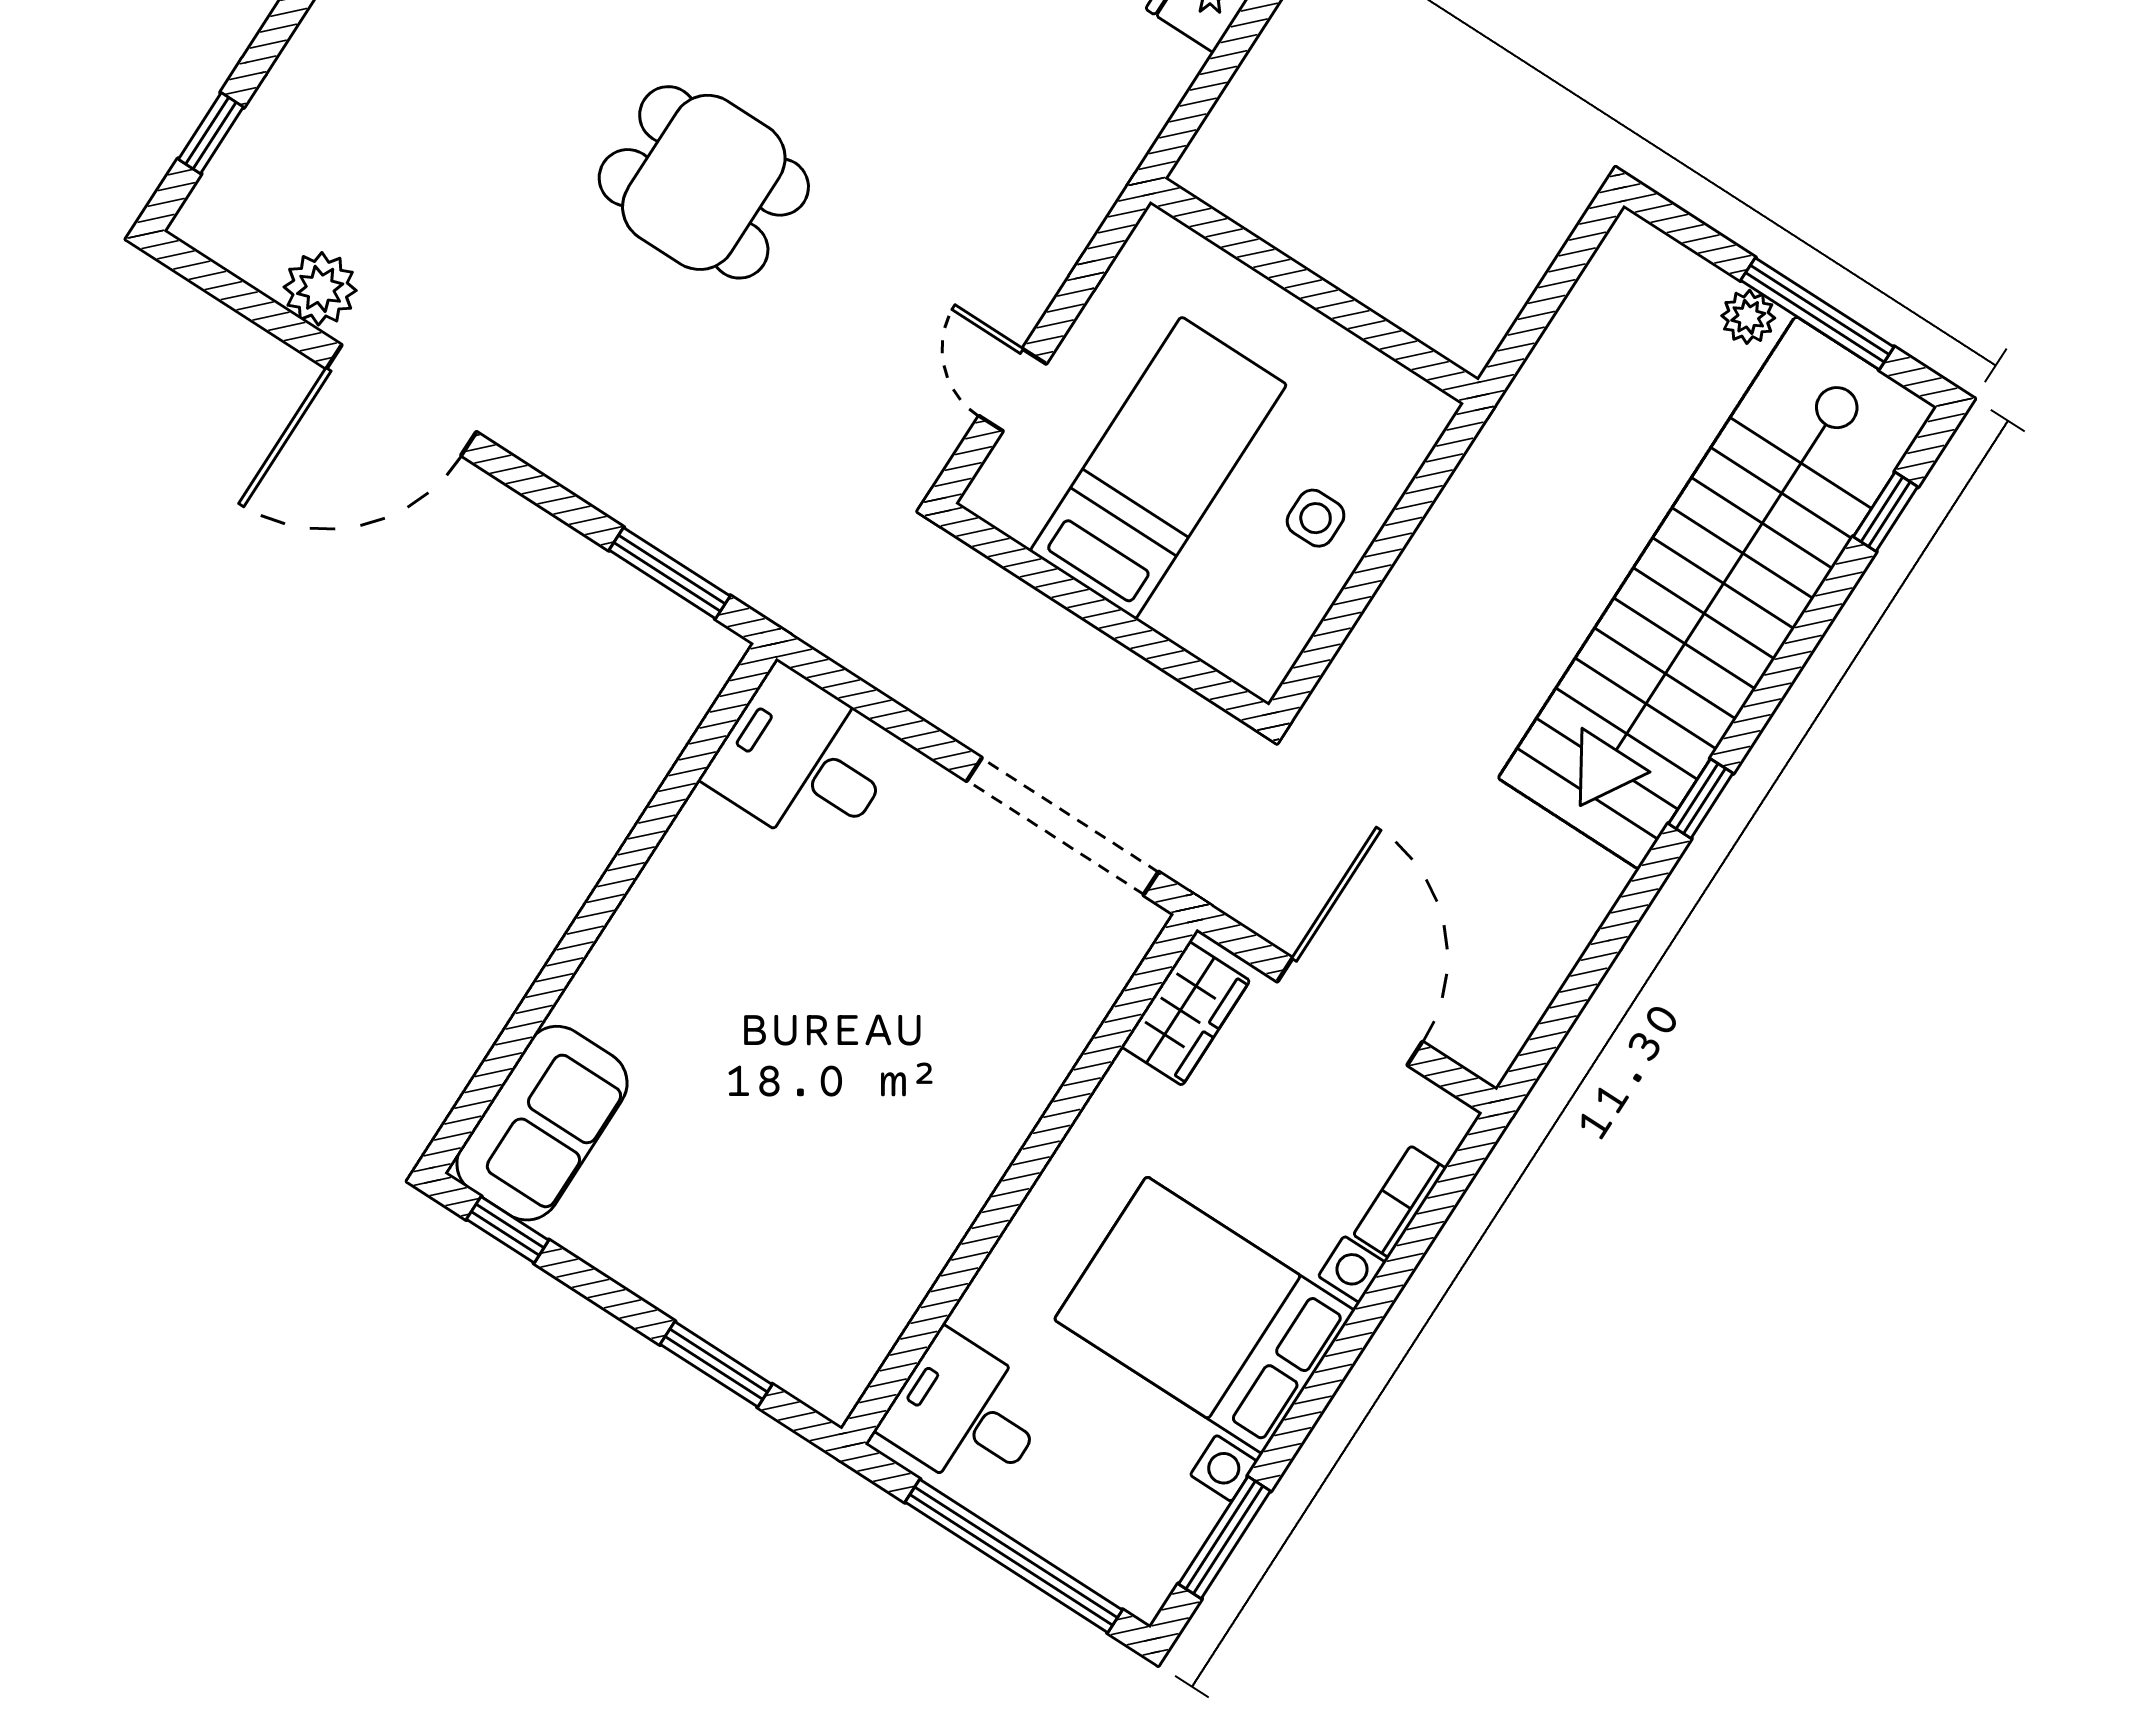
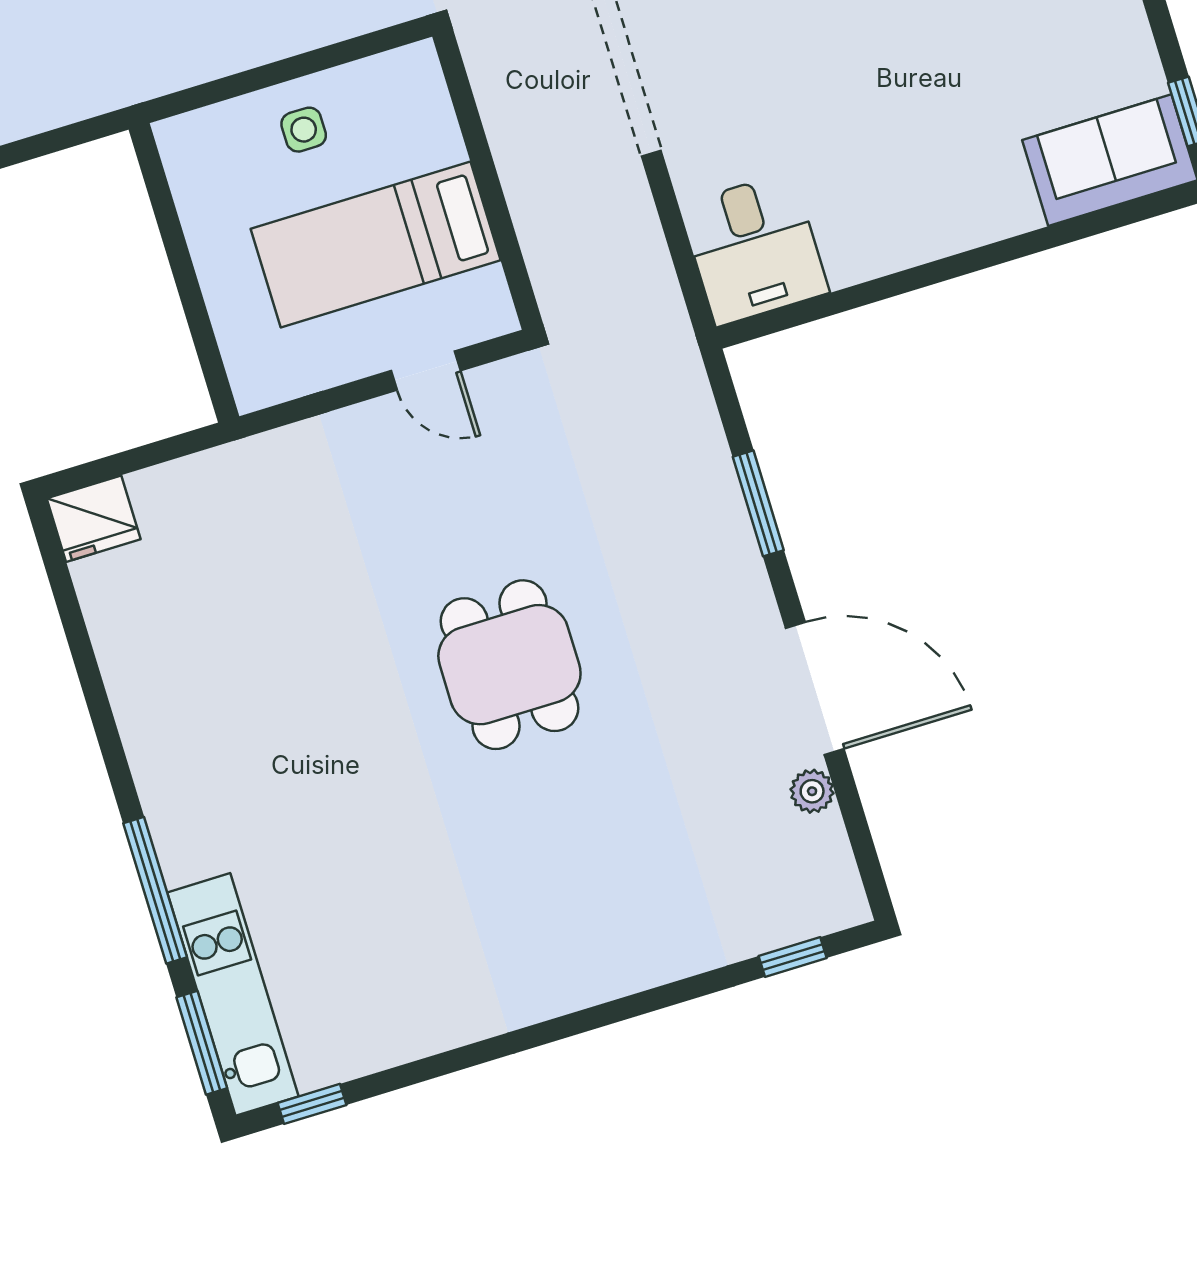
plant: (320, 289) -> (812, 791), width x0.73, depth x0.73
door: (1013, 390) -> (426, 371), hinge flipped
window: (670, 573) -> (758, 503), moved

